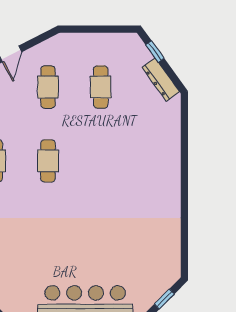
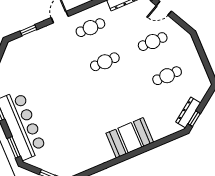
window: (155, 51) -> (194, 119), moved
booth: (161, 170) -> (130, 138), added

